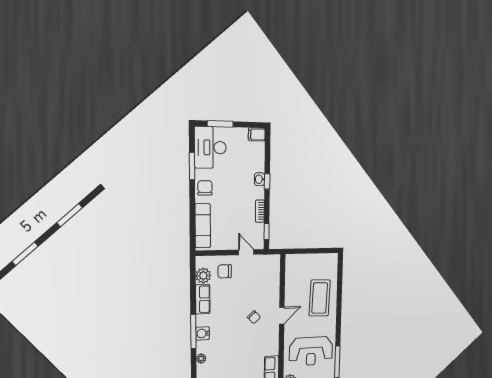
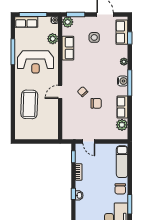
chair: (225, 271) -> (96, 103), moved
reception desk: (311, 351) -> (35, 62), turned 180

